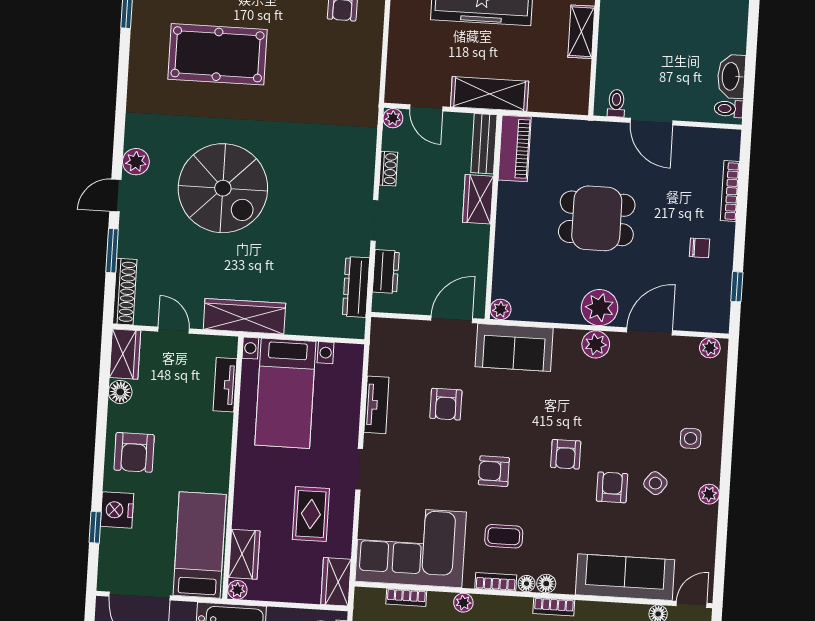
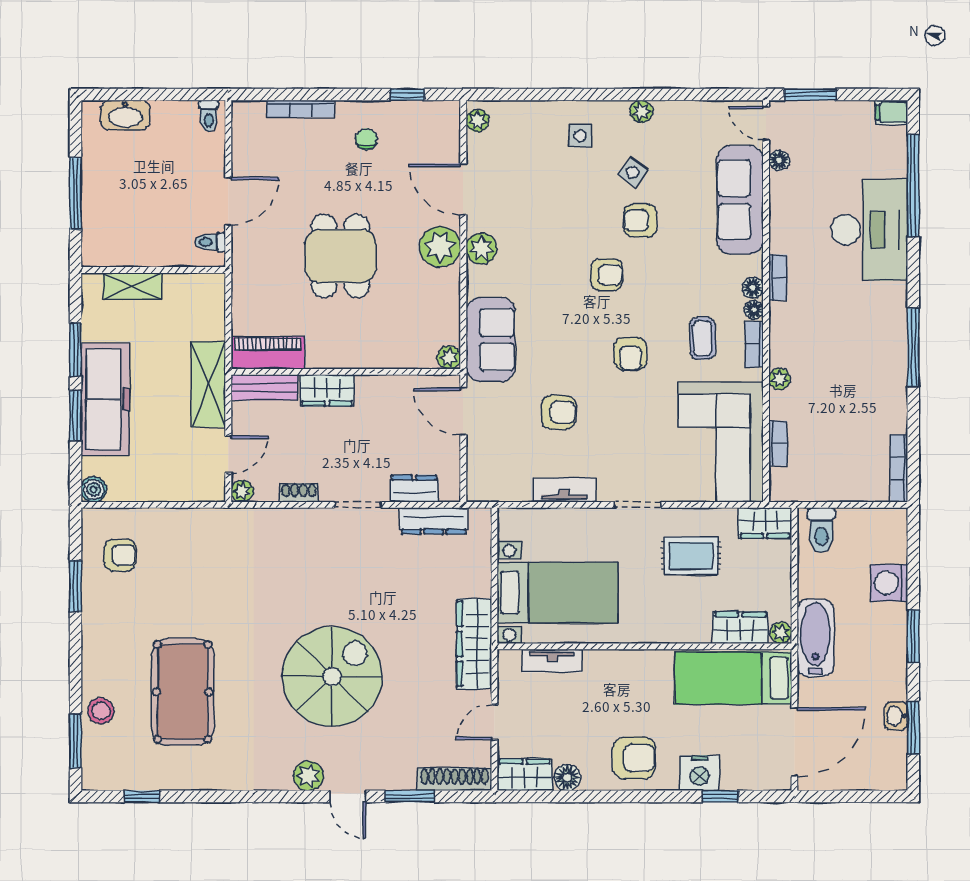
washbasin: (731, 76) -> (125, 115), moved

